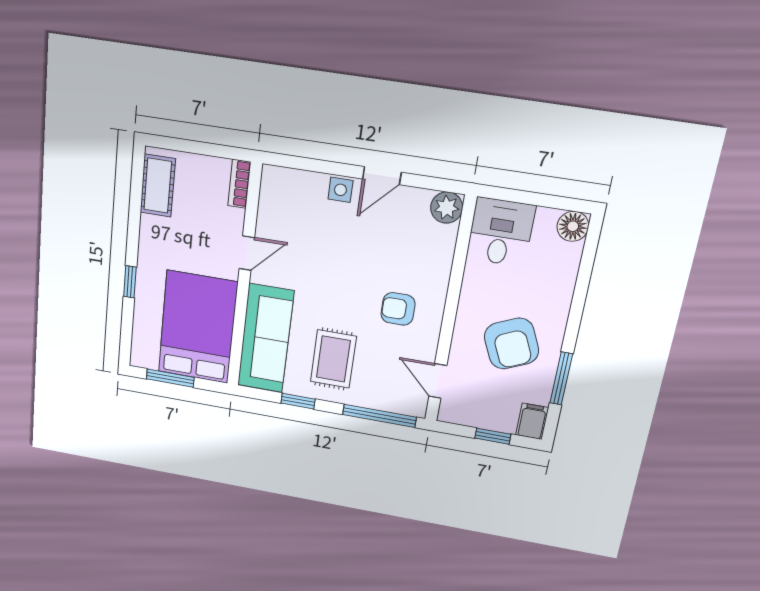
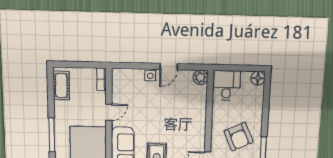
window: (130, 282) -> (52, 135), width x2.17
armchair: (398, 309) -> (184, 128), removed

